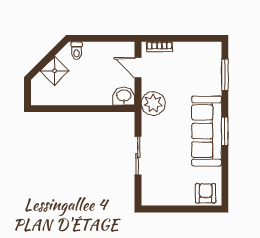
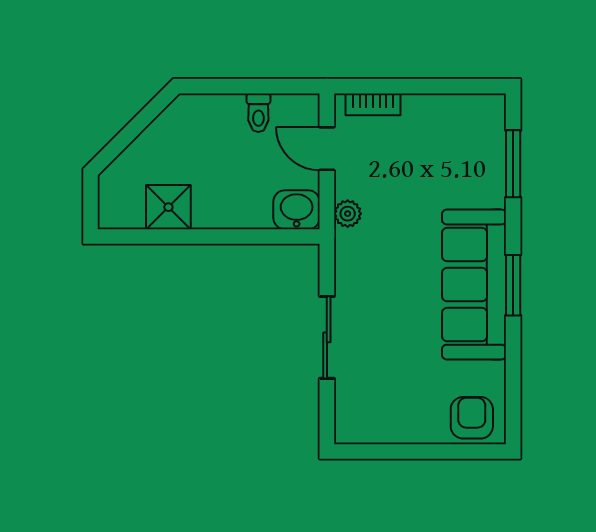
toilet: (77, 51) -> (258, 113), moved
shower: (55, 71) -> (168, 207), moved, turned 45
plant: (153, 103) -> (348, 214), width x0.53, depth x0.53

